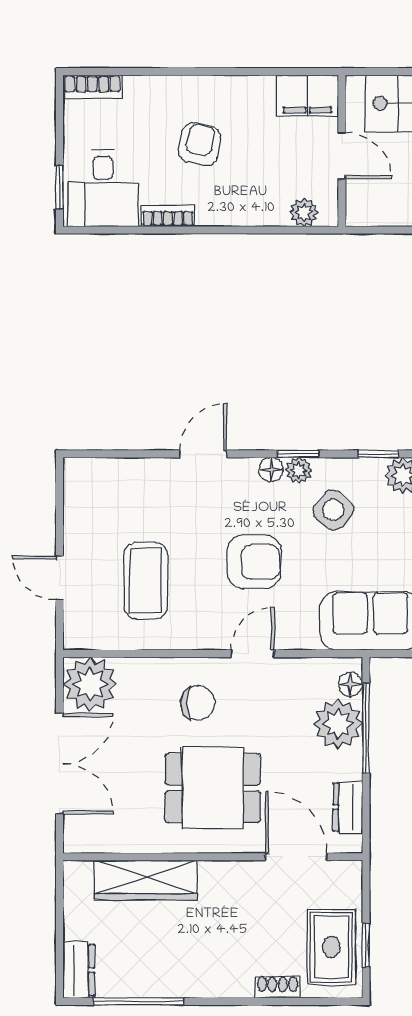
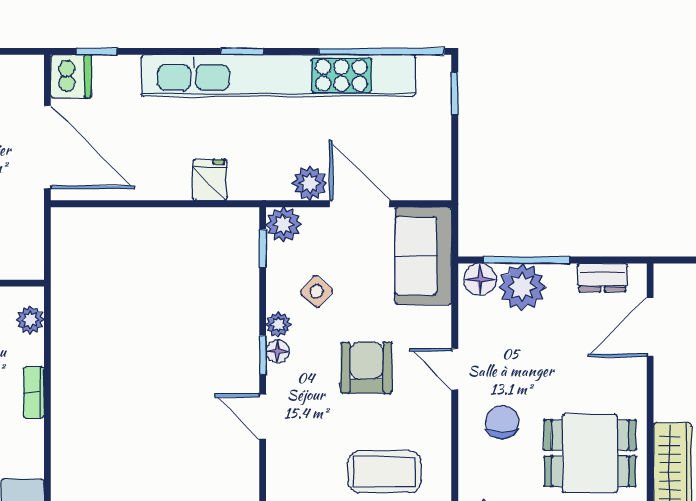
bookcase: (168, 216) -> (34, 392), moved
window: (298, 454) -> (263, 355), moved
side table: (333, 510) -> (317, 291), width x0.73, depth x0.73
floor lamp: (350, 684) -> (480, 279), width x1.37, depth x1.37
dining table: (213, 788) -> (590, 453), moved, turned 90

